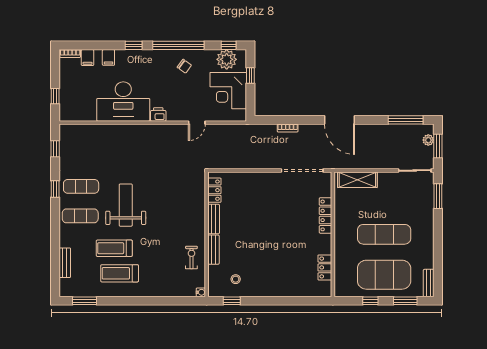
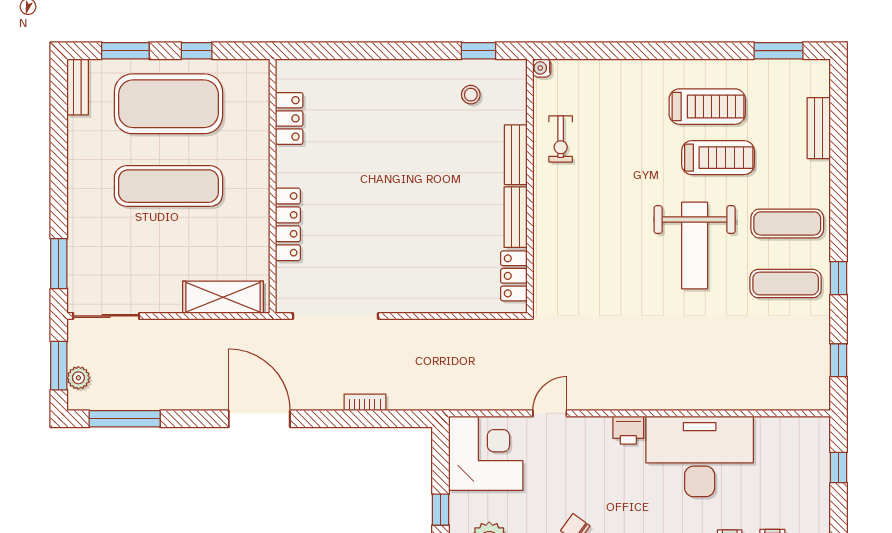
corner desk: (228, 91) -> (486, 453), moved

